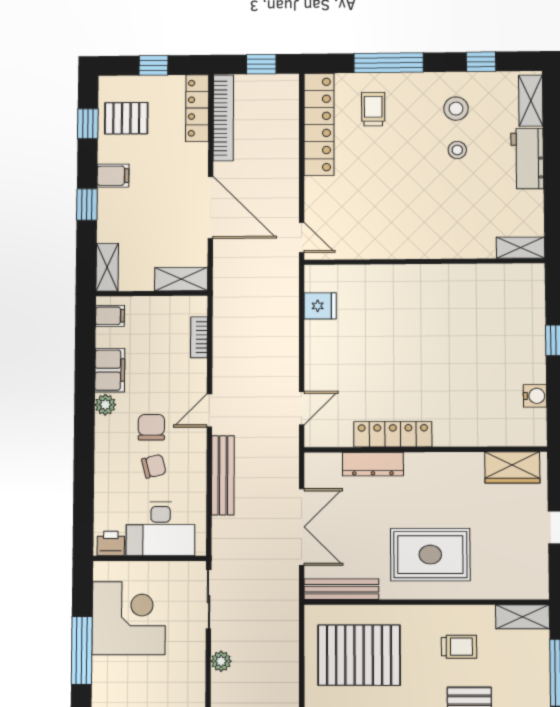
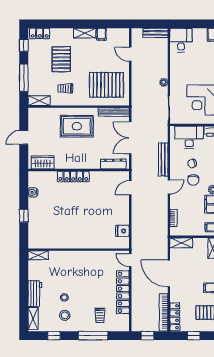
locker: (319, 124) -> (123, 292), moved
locker: (393, 434) -> (73, 177), moved
dresser: (373, 464) -> (113, 164), moved

